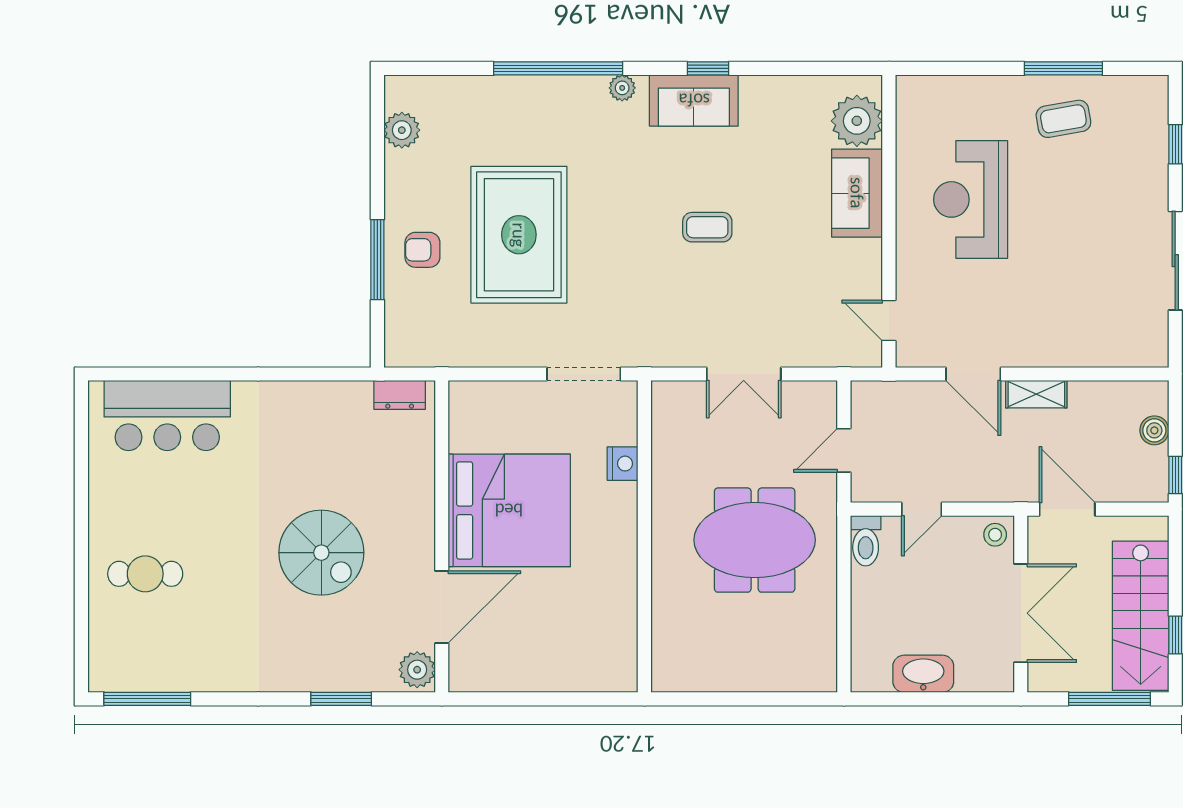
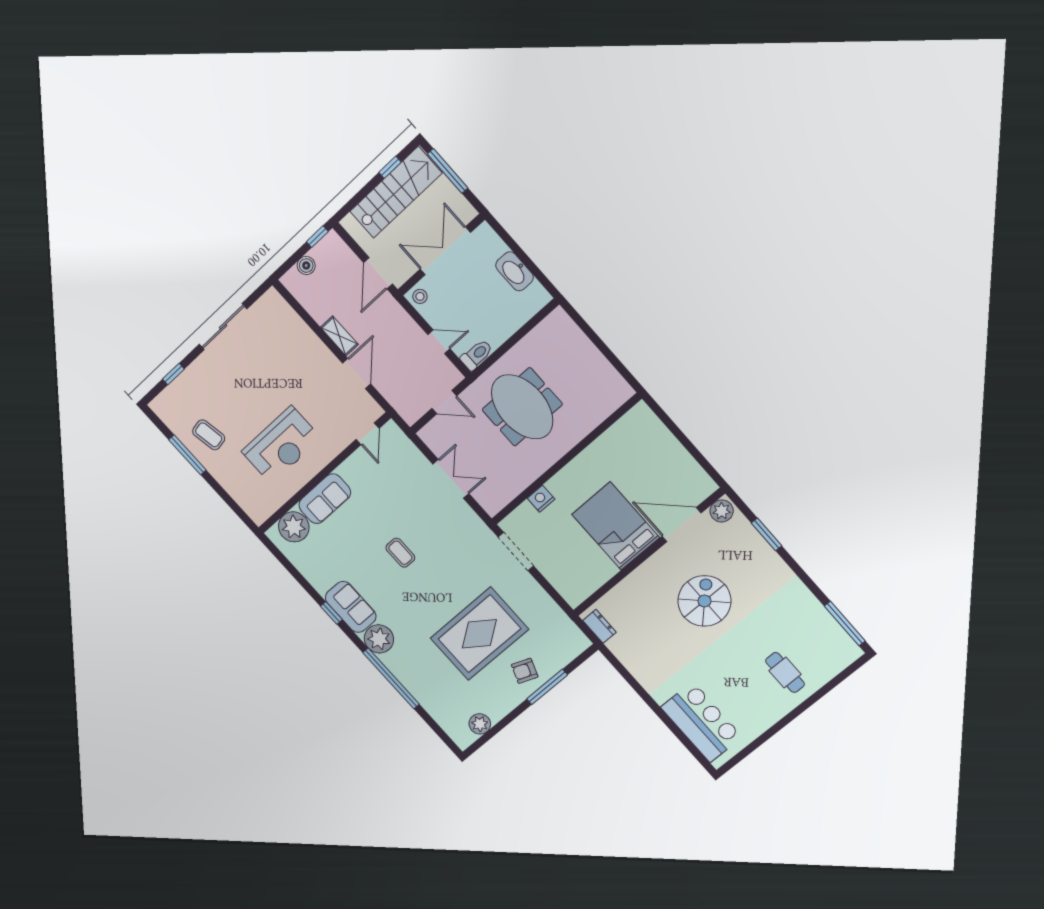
plant: (622, 88) -> (379, 639), width x1.88, depth x1.88
armchair: (422, 250) -> (525, 671), turned 111
bed: (509, 510) -> (616, 526), width x0.73

